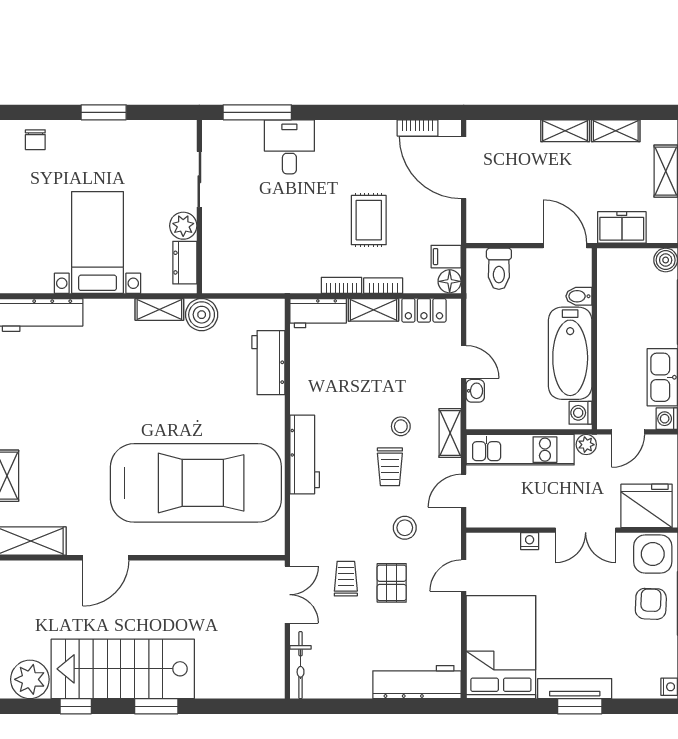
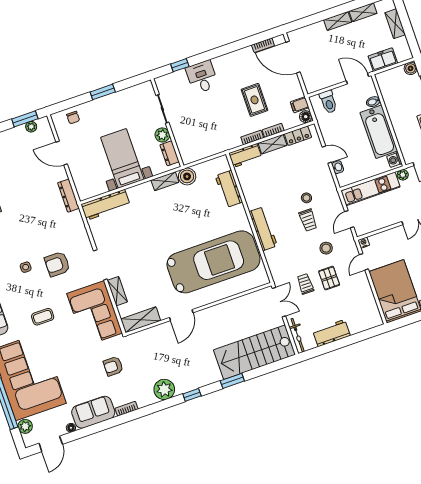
window: (257, 112) -> (180, 65), width x0.46
shelving: (450, 433) -> (332, 193), removed
nightstand: (530, 541) -> (364, 243), moved
stairs: (123, 669) -> (255, 352), moved
workbench: (417, 682) -> (331, 333), moved, width x0.73

